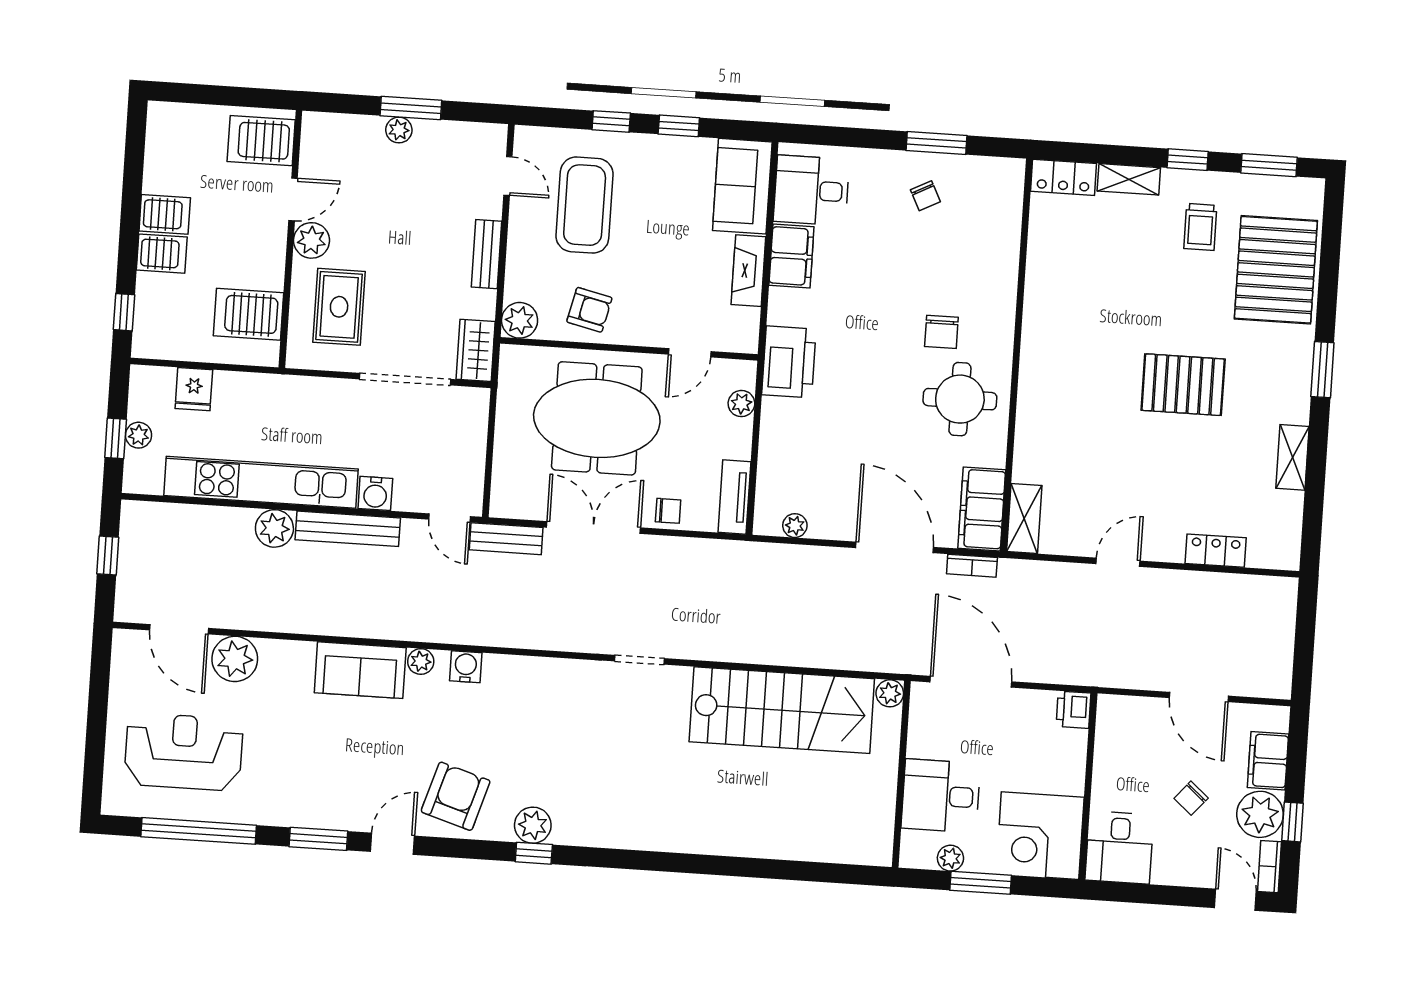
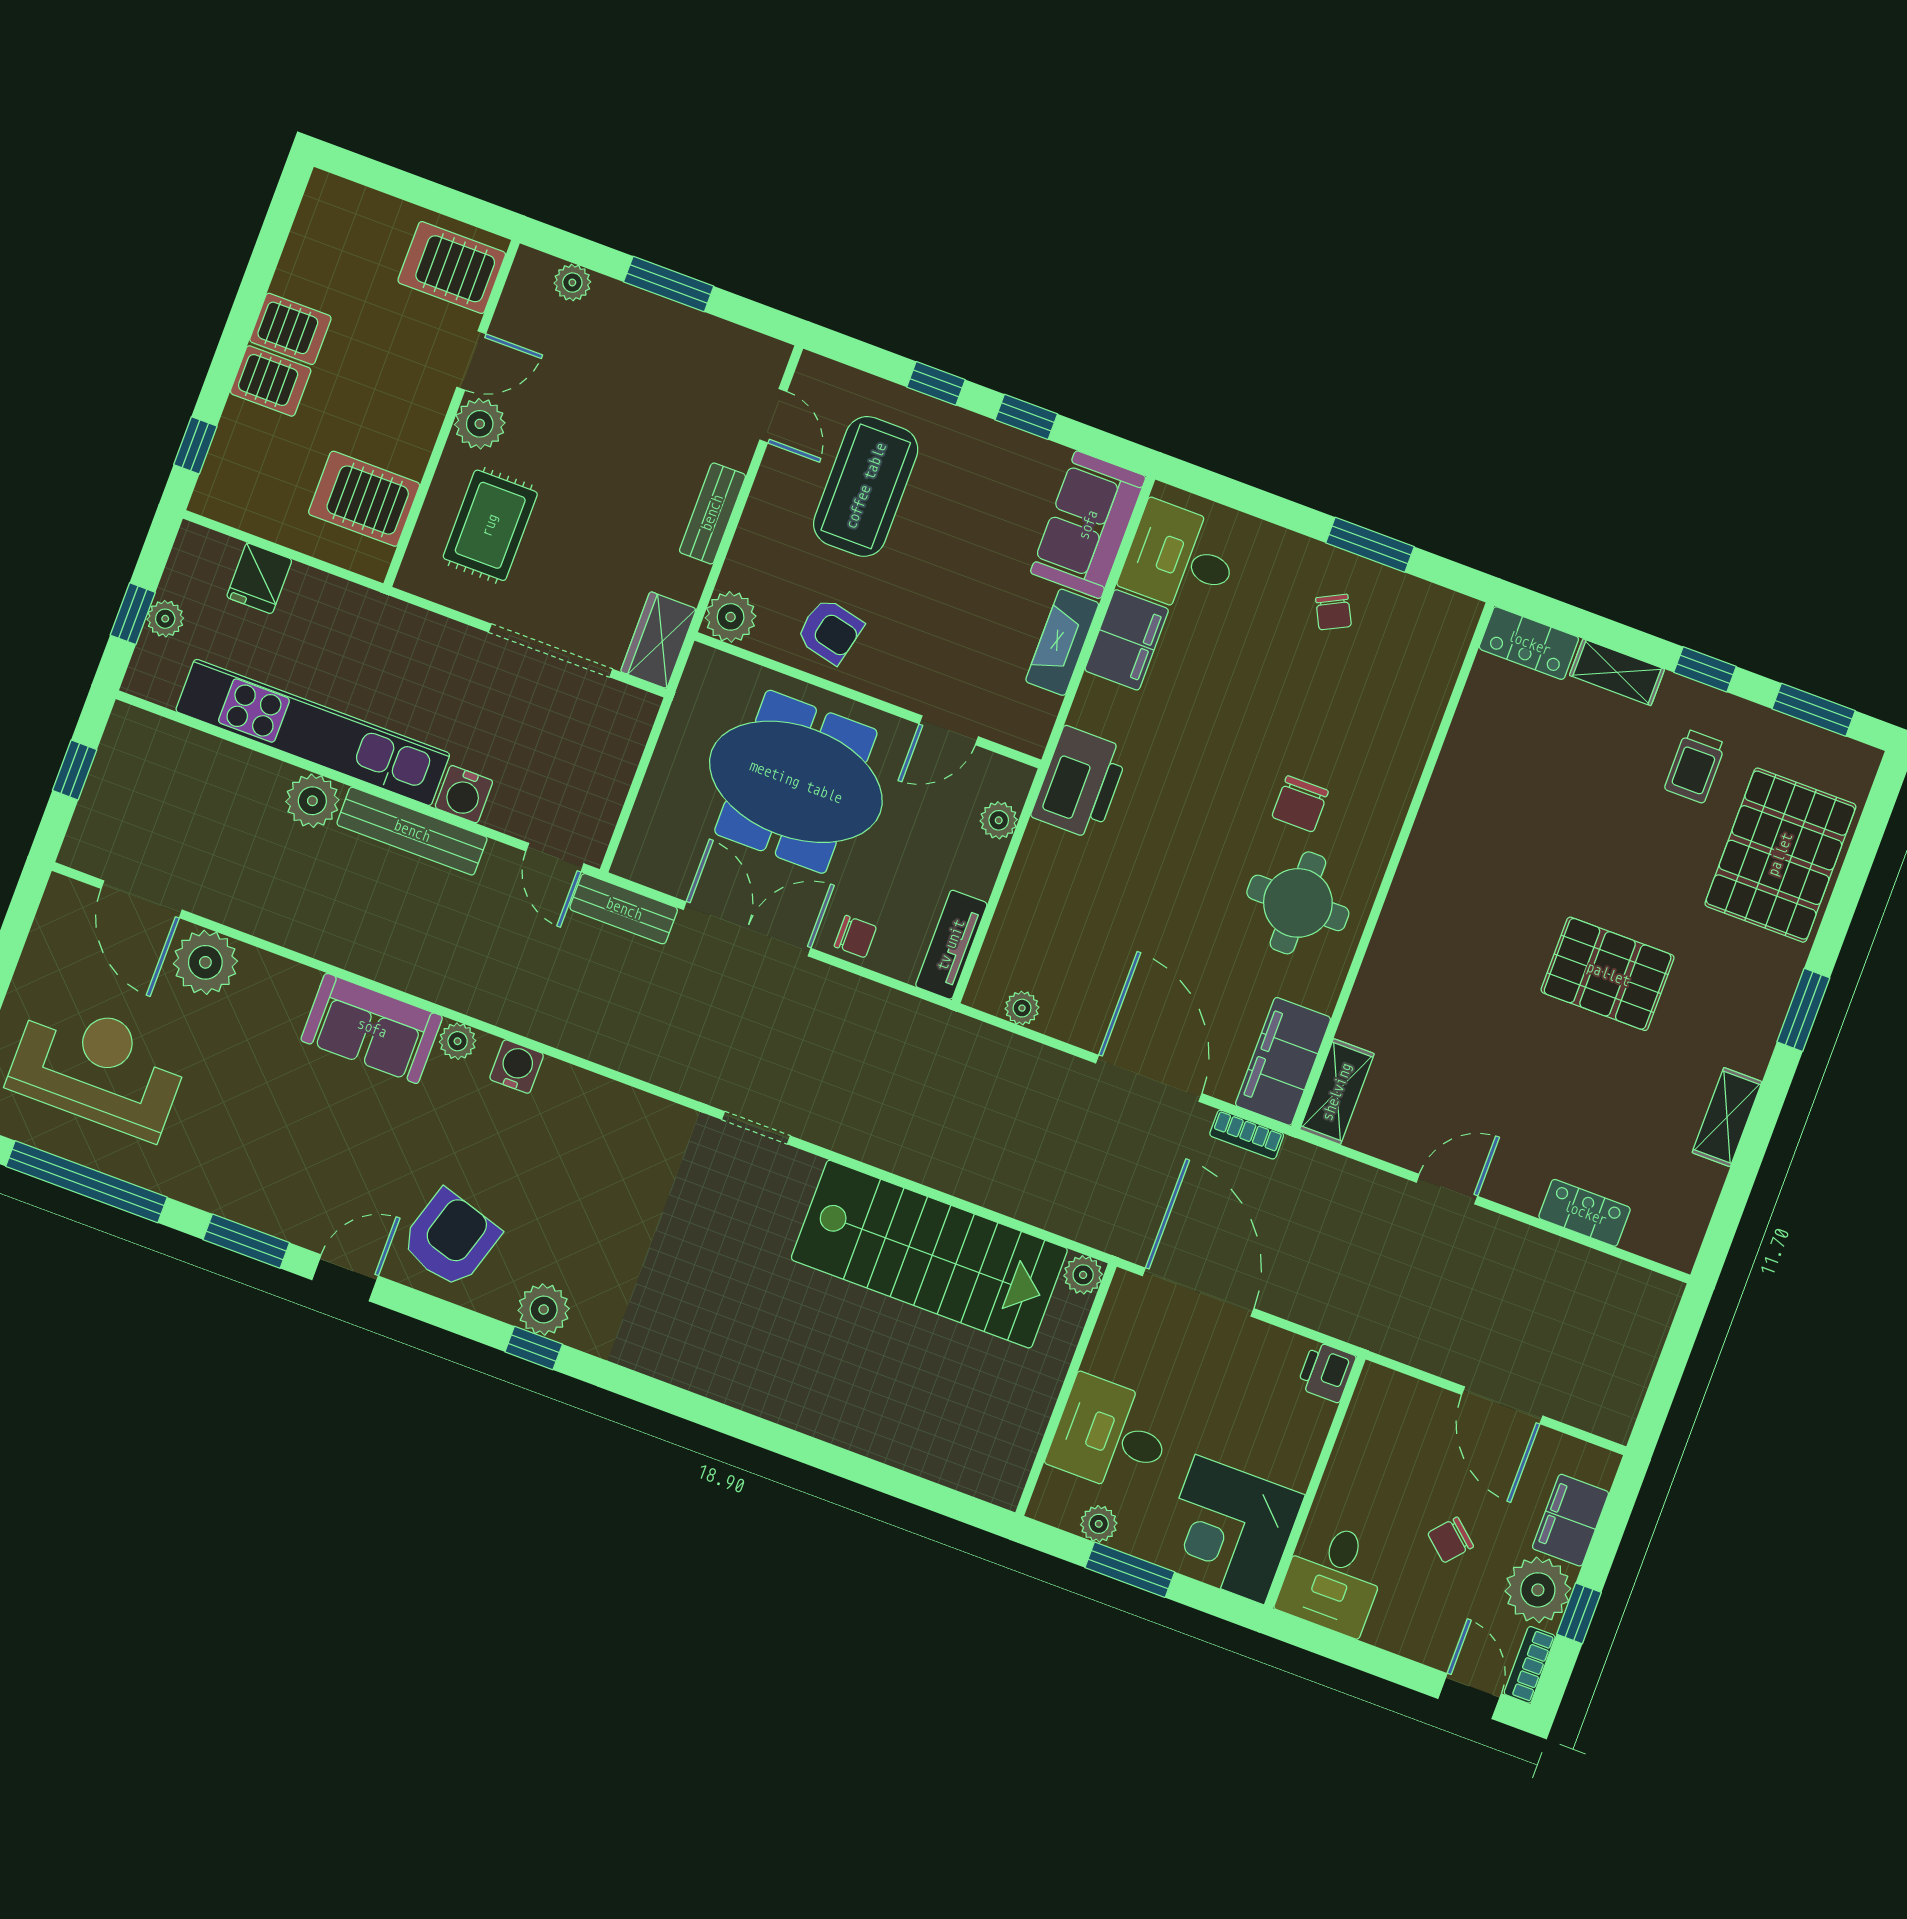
plant: (399, 130) -> (572, 283), moved

